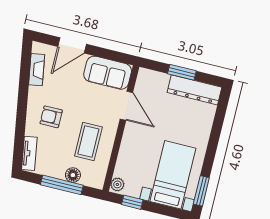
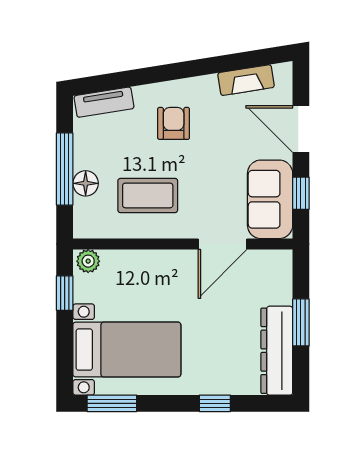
window: (109, 54) -> (301, 193), added
window: (216, 132) -> (215, 403), added

